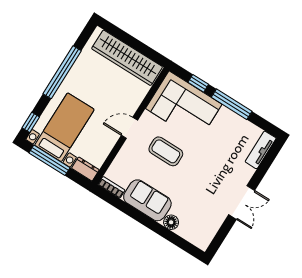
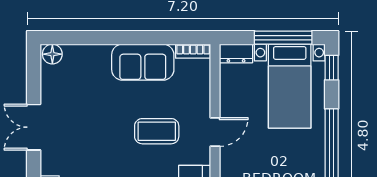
floor lamp: (171, 222) -> (52, 54), moved

